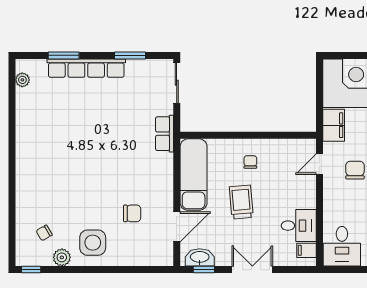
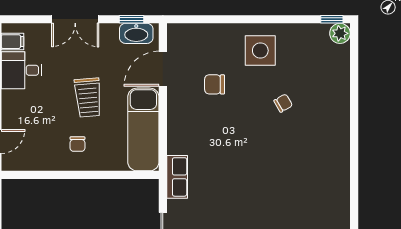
chair: (44, 233) -> (283, 103), moved
plant: (62, 257) -> (340, 33), moved

